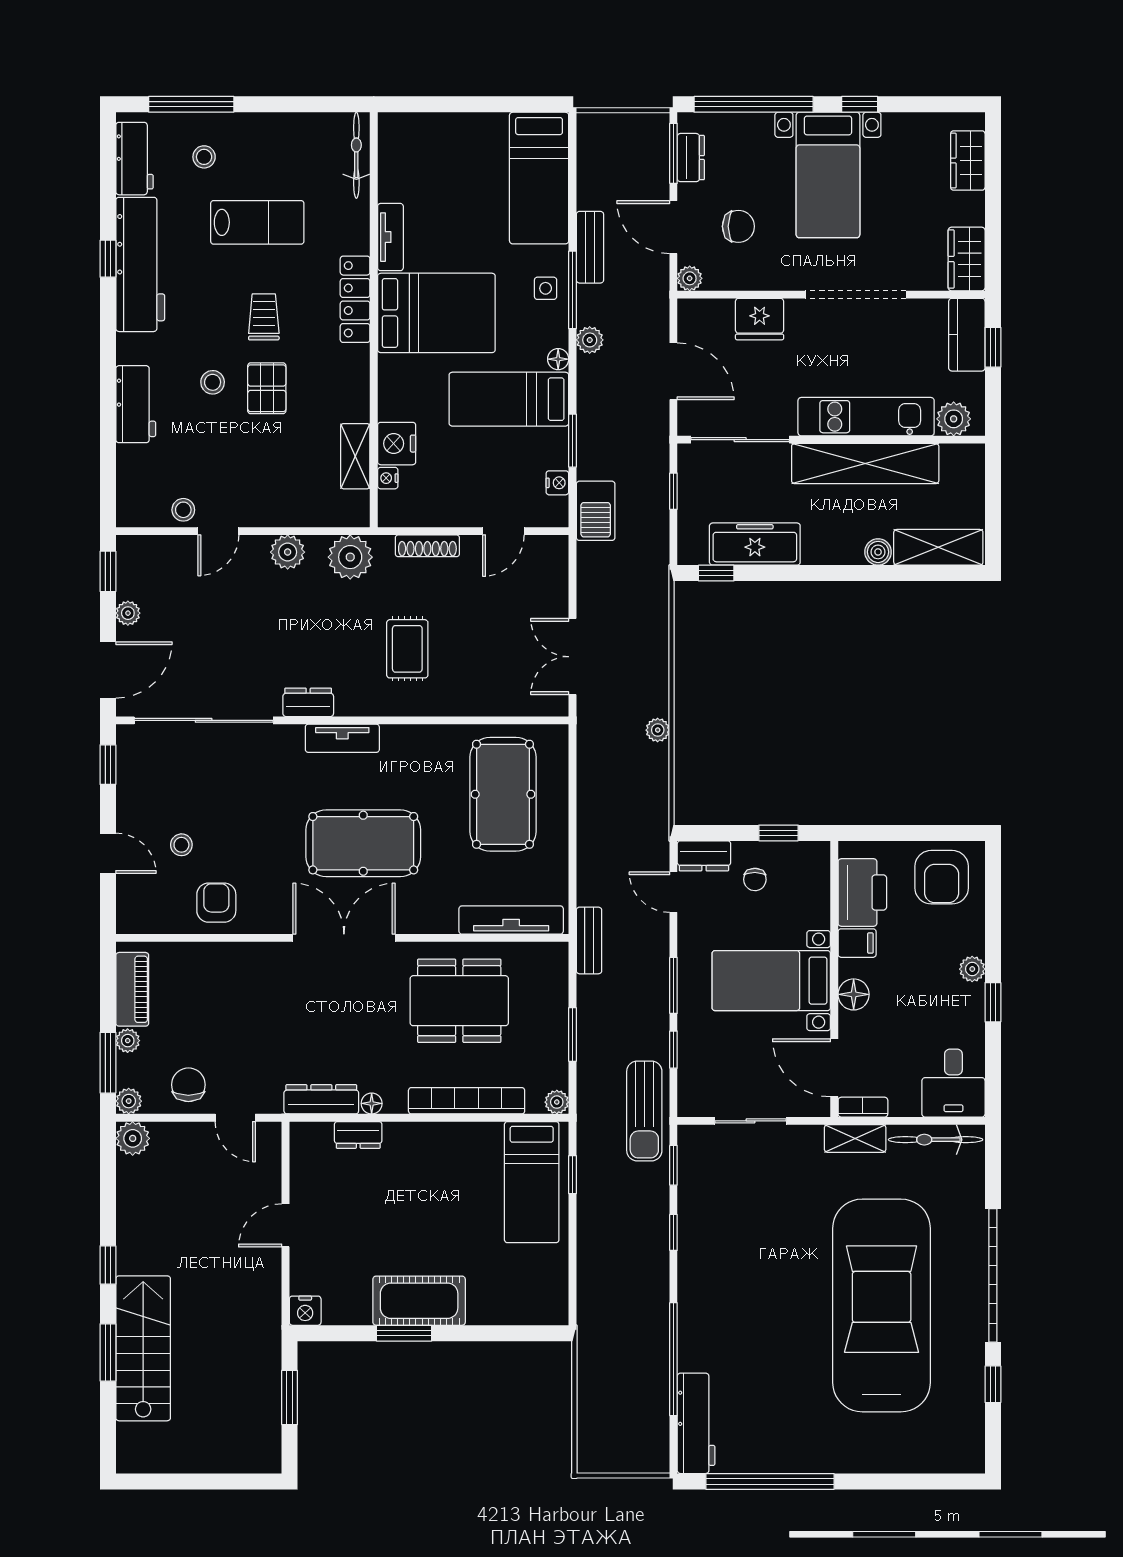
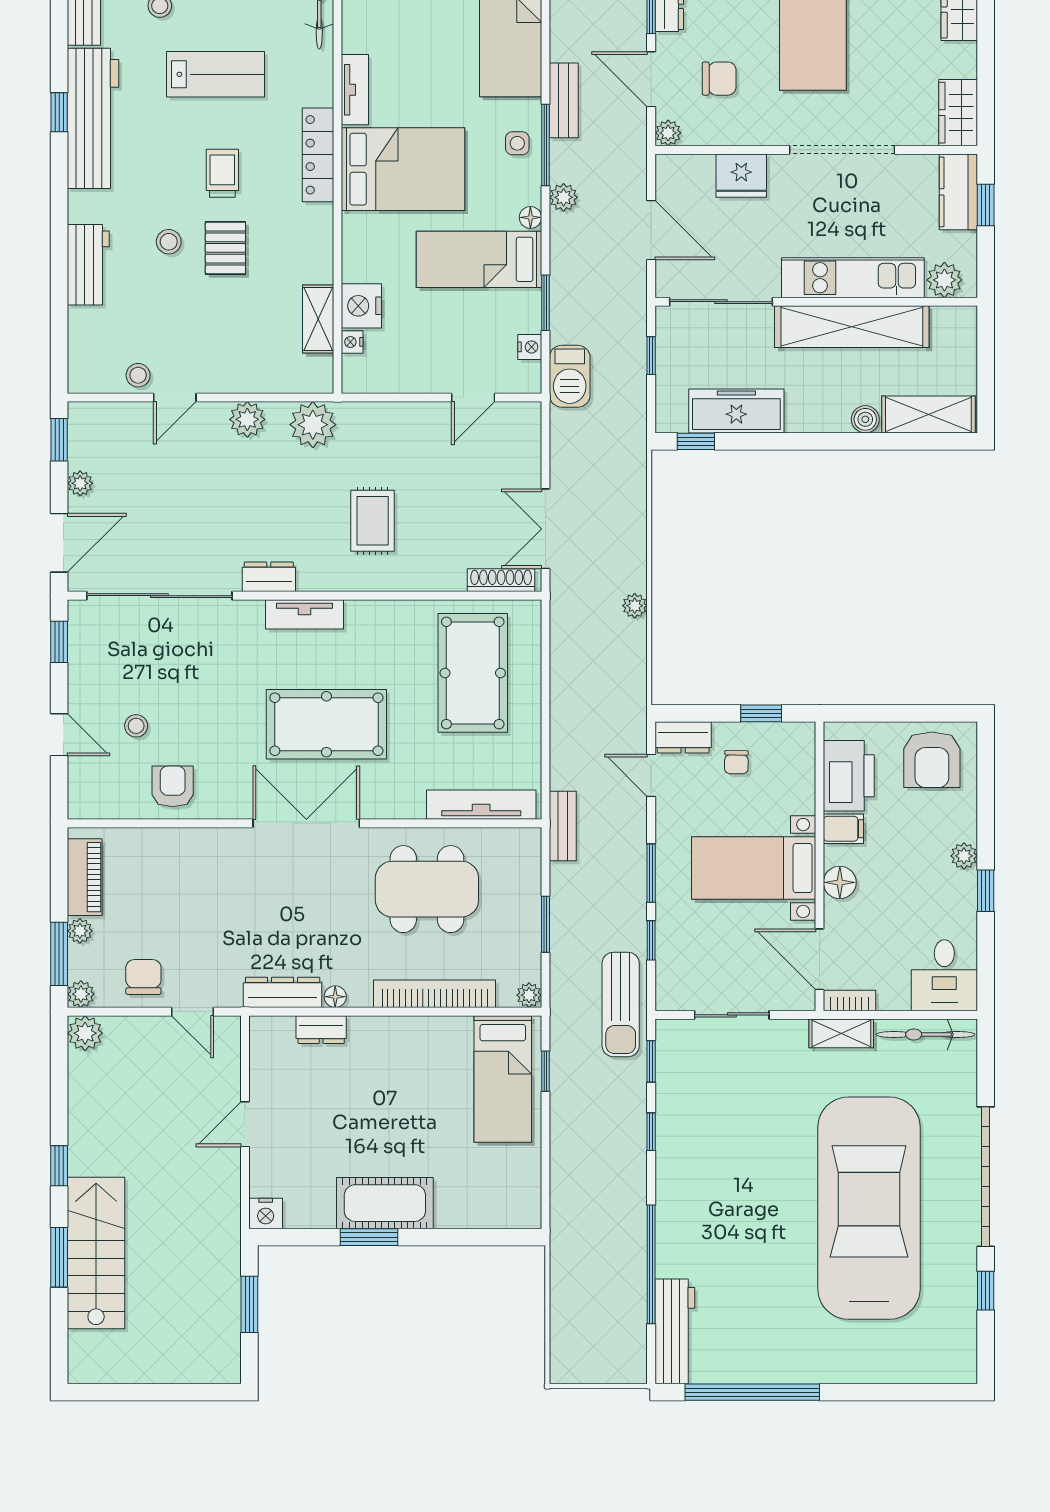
shoe rack: (427, 546) -> (501, 580), moved, turned 180

